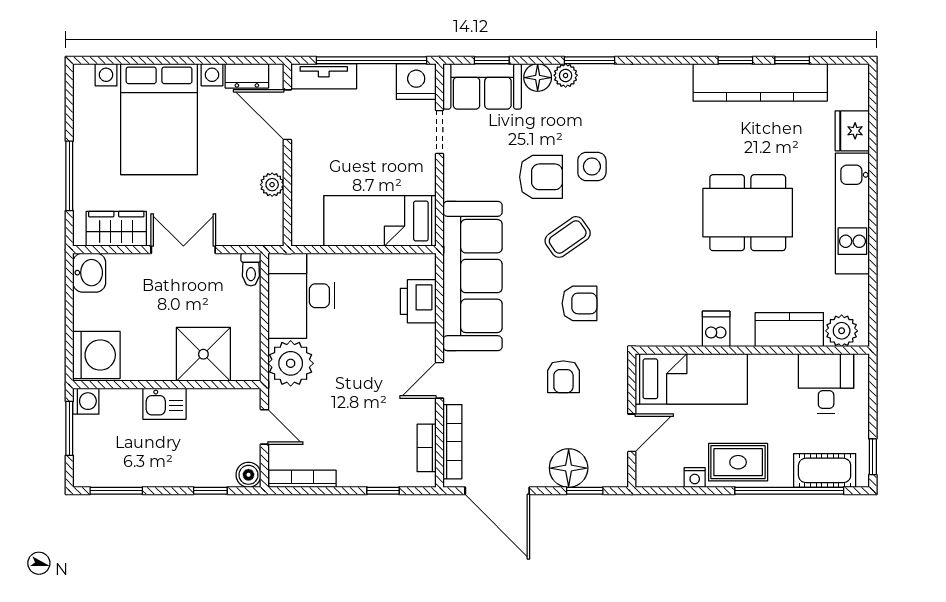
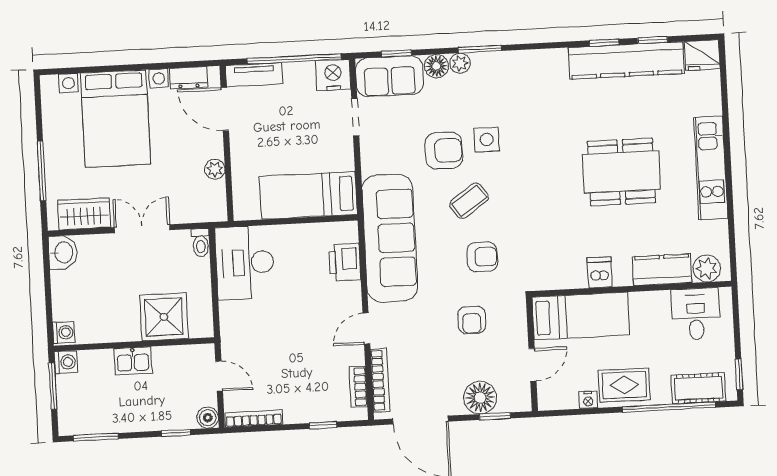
fridge: (852, 131) -> (702, 55), moved, turned -90
washing machine: (96, 355) -> (64, 332), width x0.53, depth x0.53
plant: (291, 363) -> (239, 321), removed

